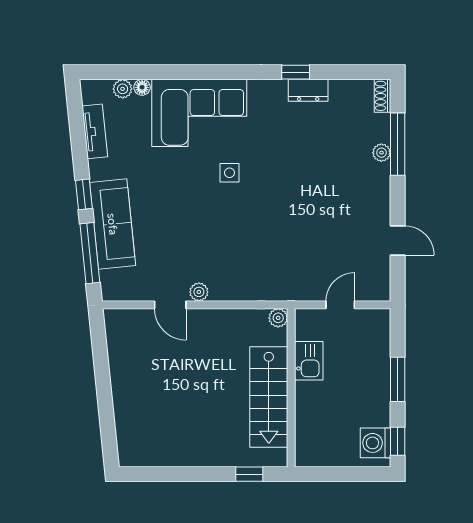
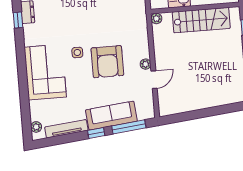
floor lamp: (142, 87) -> (33, 105), removed
plant: (123, 89) -> (36, 127), moved
tv unit: (95, 131) -> (66, 129), width x1.41
armchair: (209, 225) -> (107, 62), added

